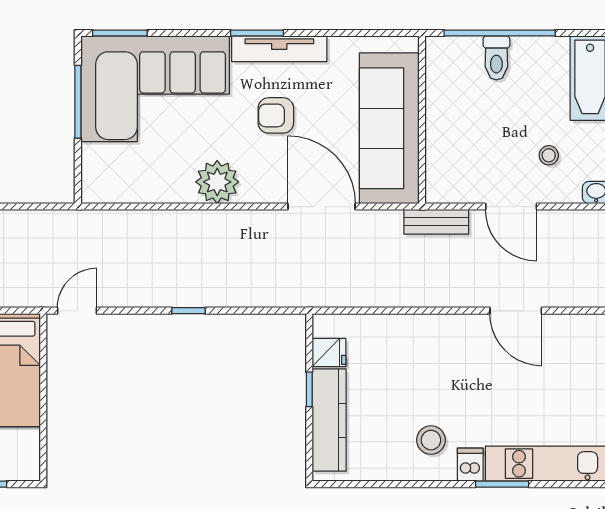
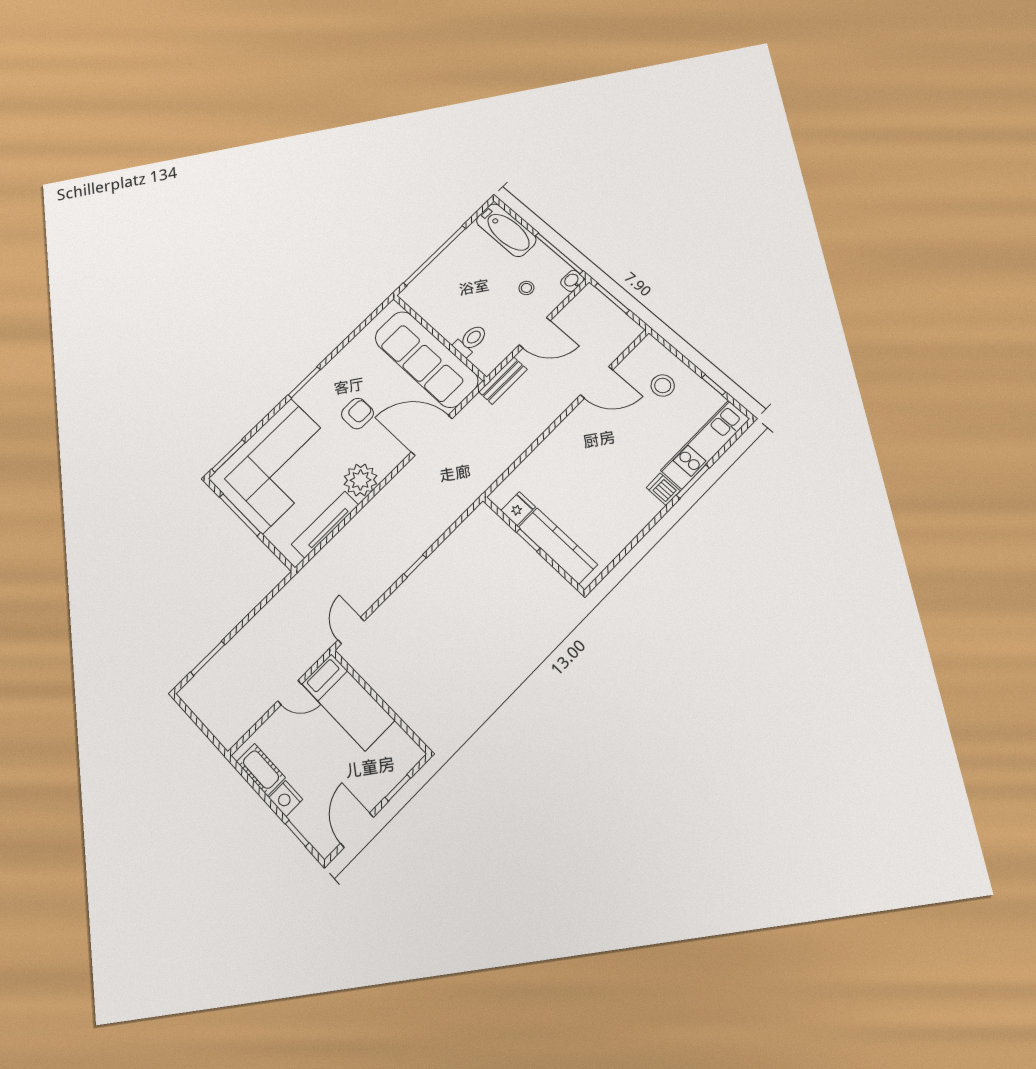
tv unit: (279, 49) -> (325, 525), moved, turned 180
toilet: (496, 58) -> (471, 340), moved, turned -90
armchair: (276, 115) -> (357, 414), turned 180
stool: (431, 440) -> (663, 385), moved

